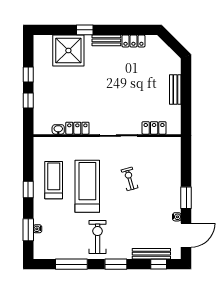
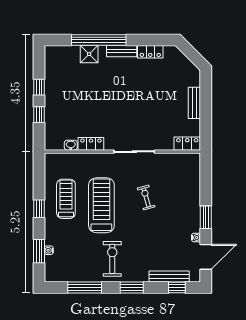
window: (85, 30) -> (99, 40), width x3.17
shower: (68, 51) -> (89, 54), width x0.54, depth x0.54
locker: (154, 128) -> (187, 144), moved

